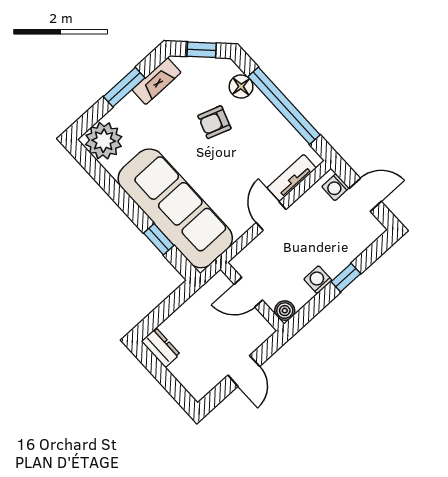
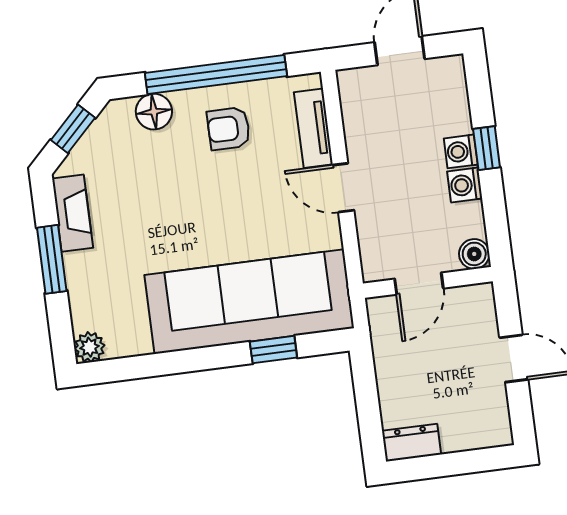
armchair: (214, 122) -> (229, 129), moved, turned 71
plant: (104, 141) -> (89, 347), width x0.53, depth x0.53
washing machine: (335, 187) -> (461, 151), moved, turned 90

